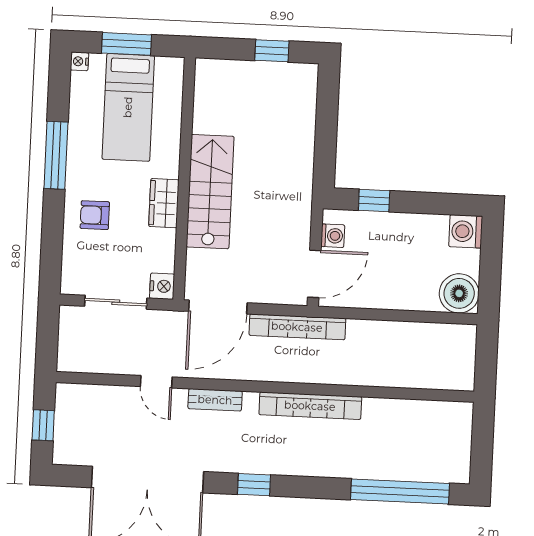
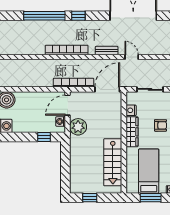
stairs: (210, 192) -> (113, 162), moved
wardrobe: (164, 203) -> (132, 132), width x1.50
plant: (292, 221) -> (78, 127), added
nightstand: (162, 286) -> (131, 110), moved
window: (254, 485) -> (78, 16), moved
window: (400, 492) -> (44, 16), moved

